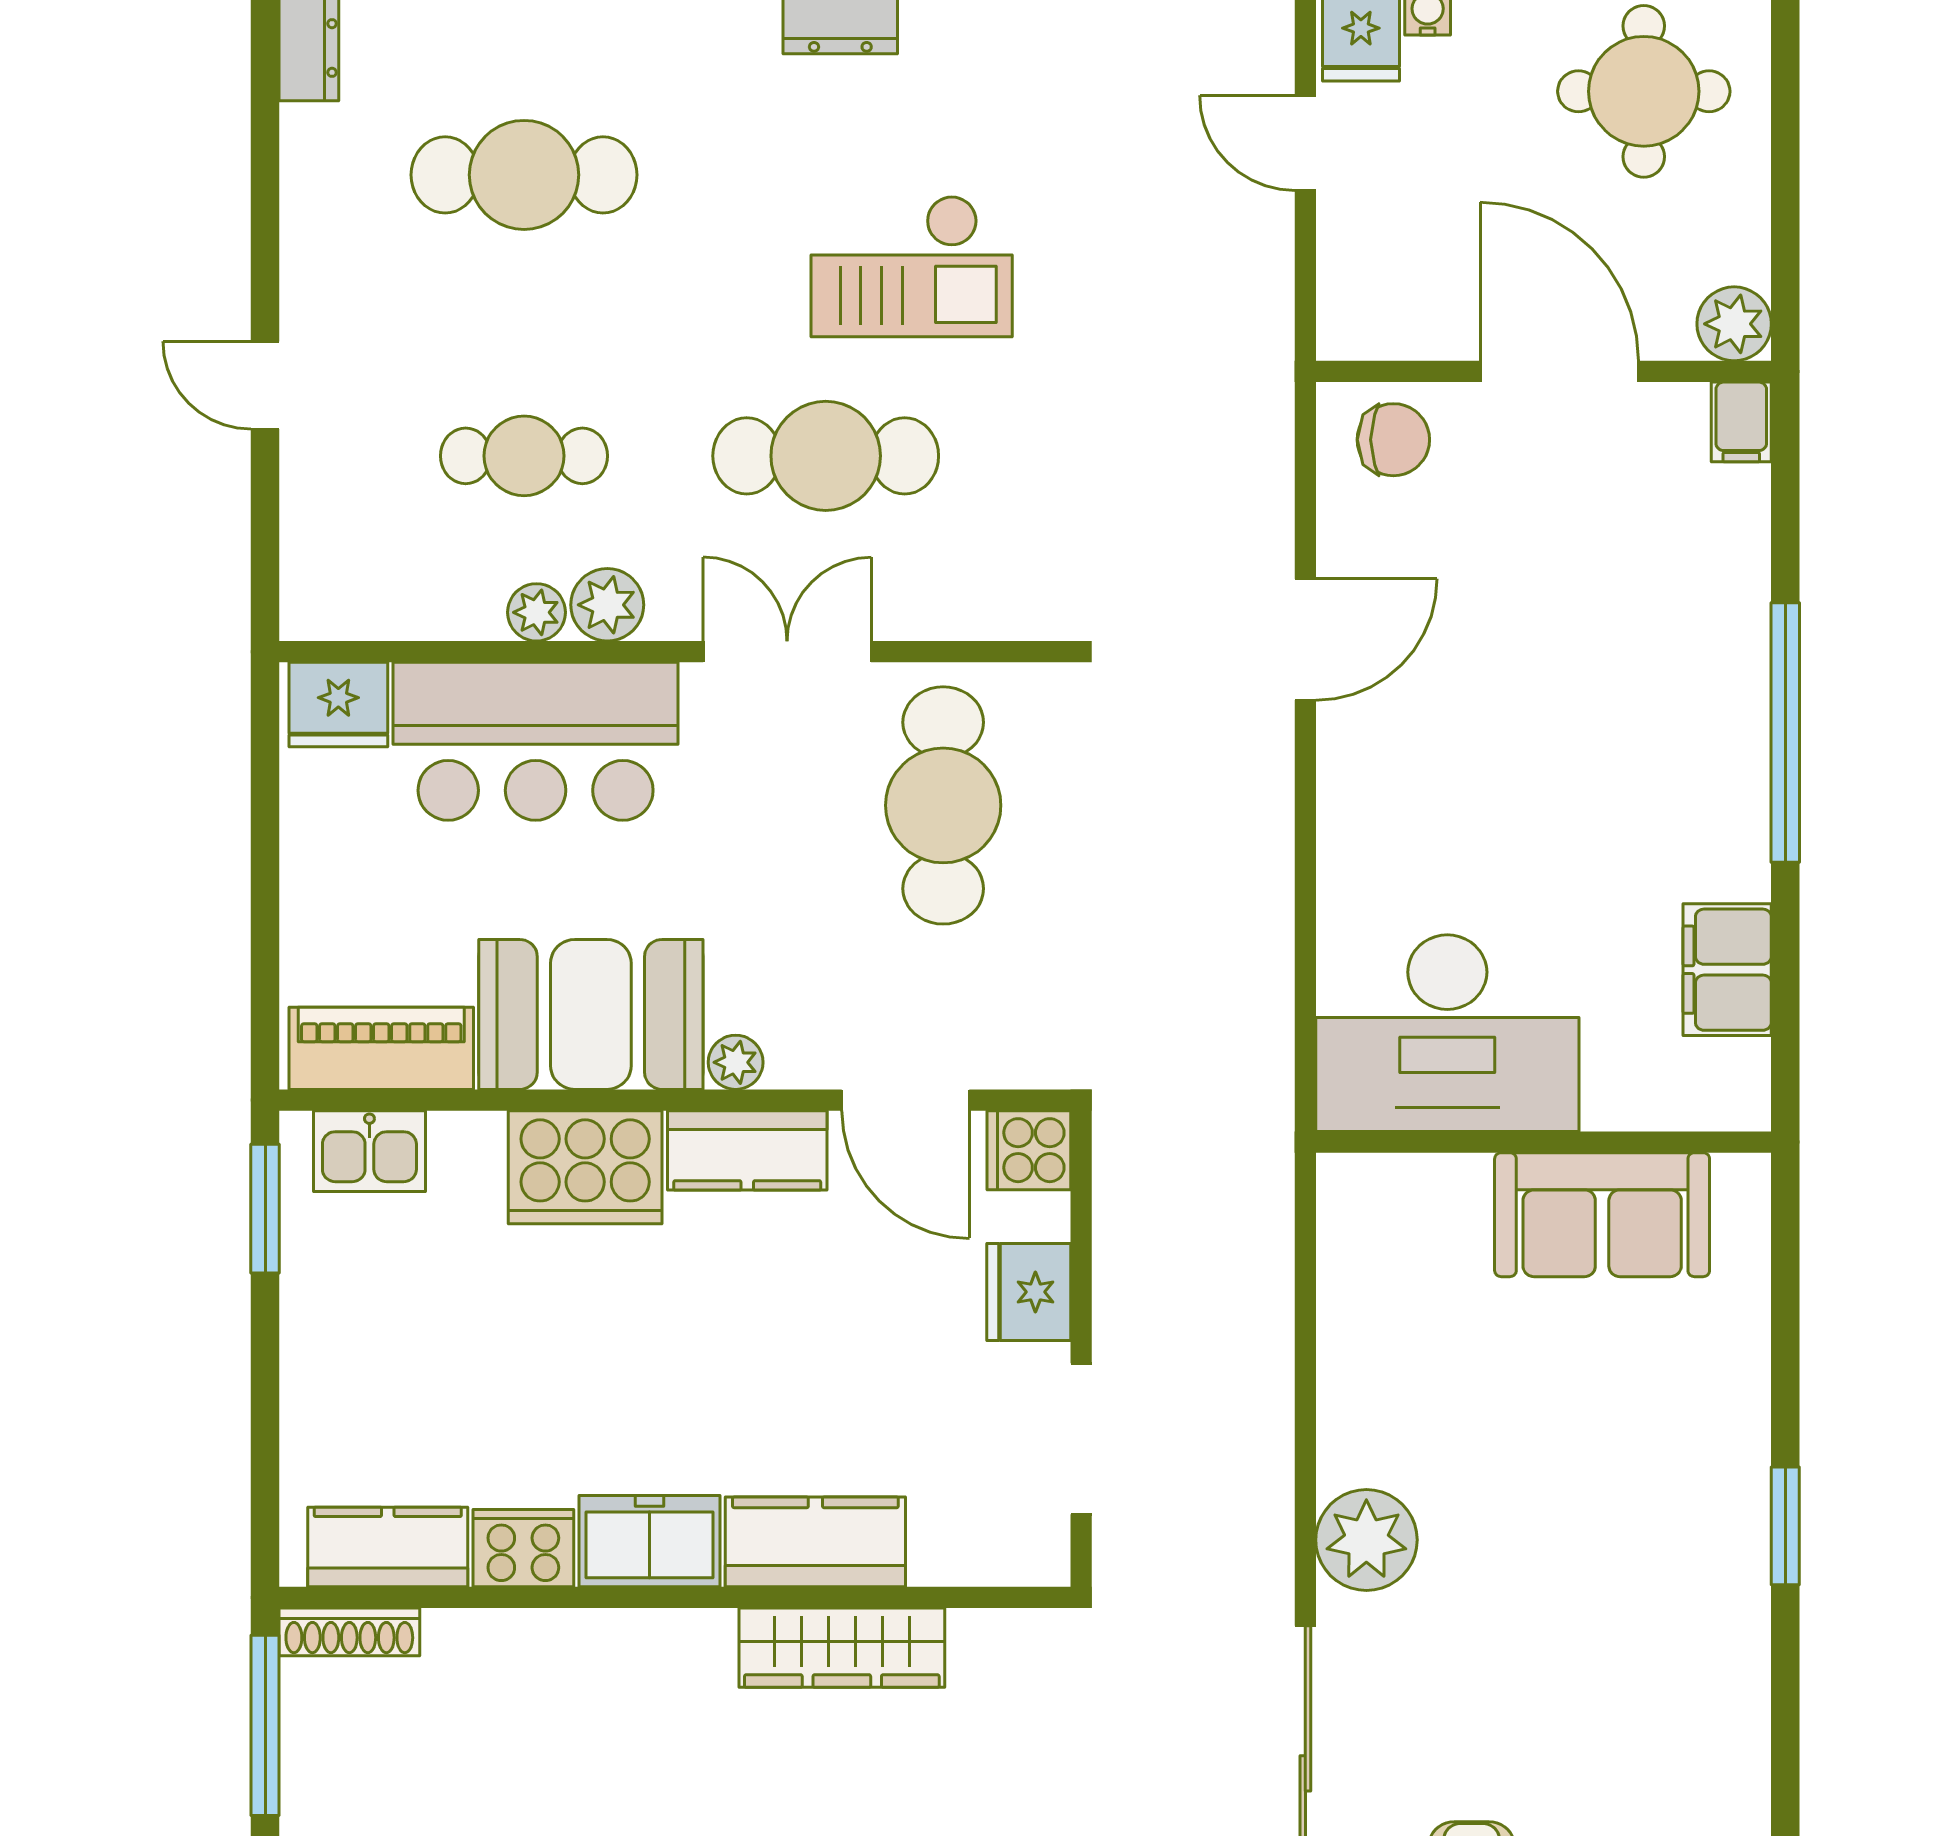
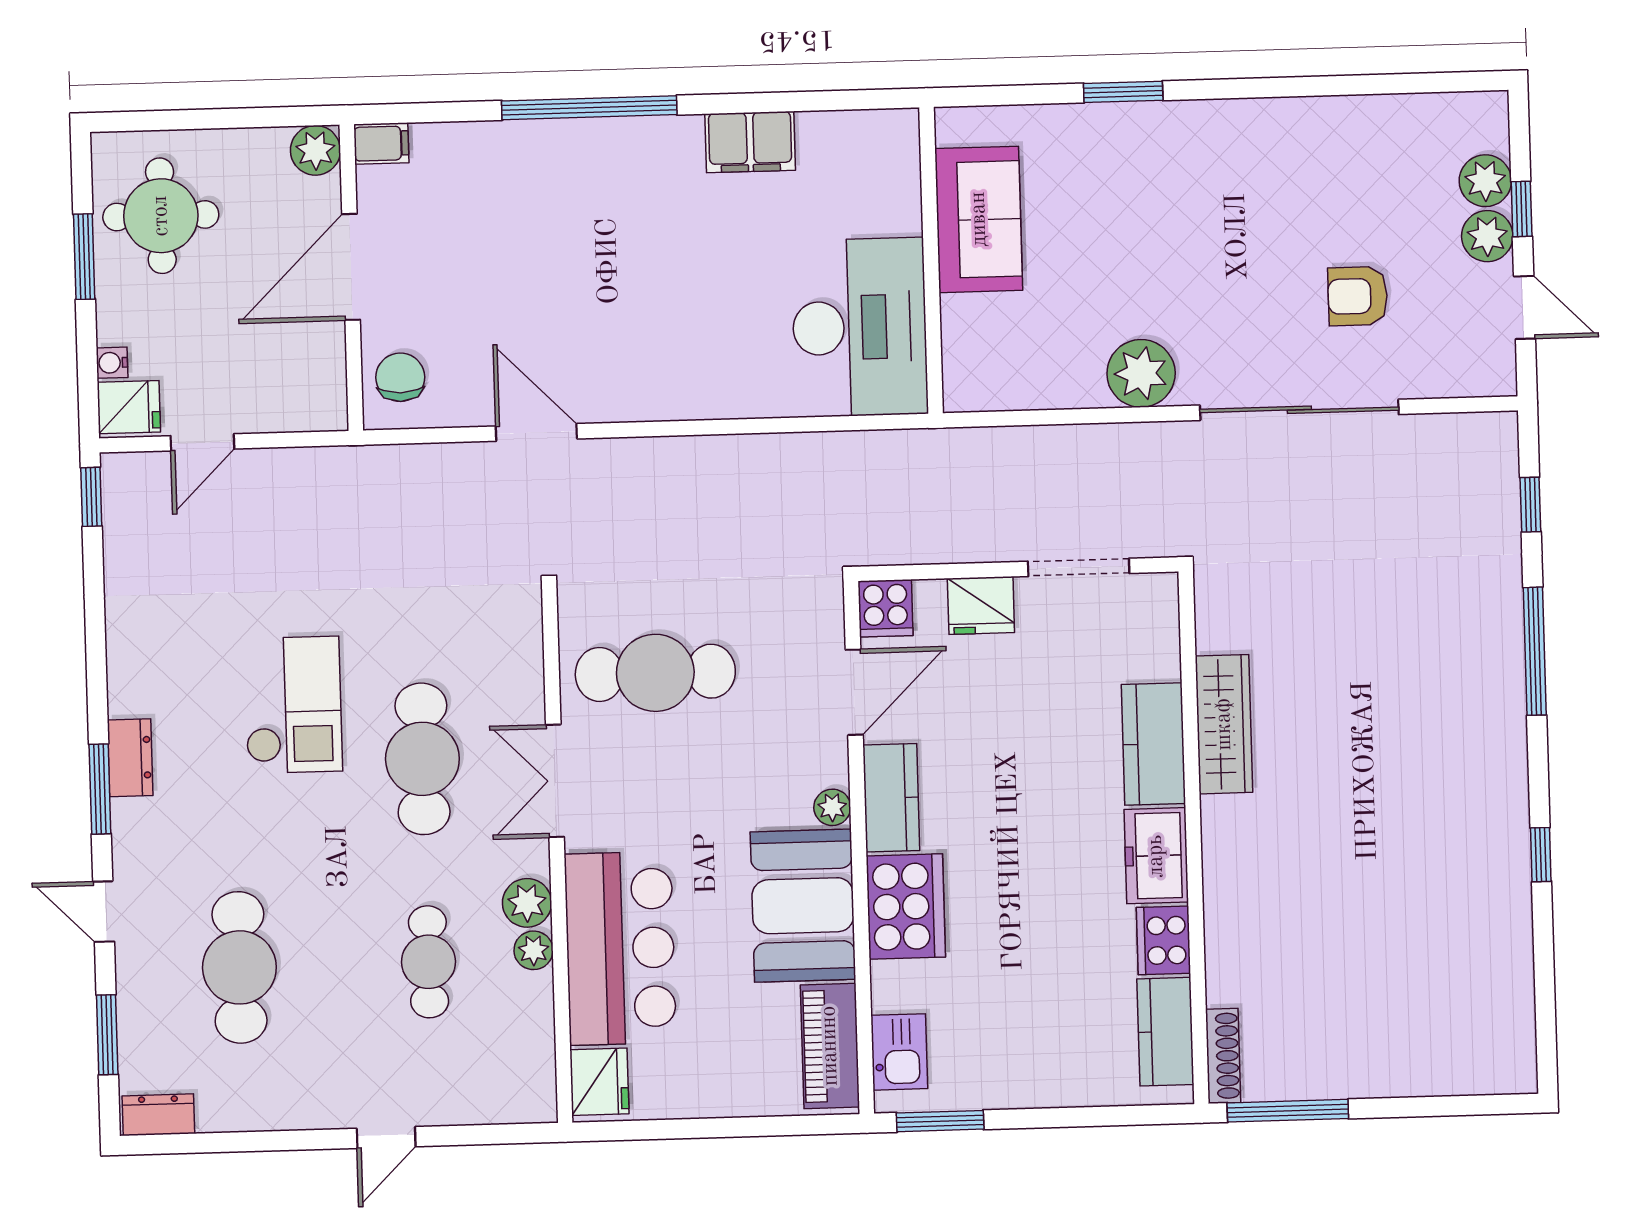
desk: (1447, 1033) -> (860, 327), moved
wall: (1544, 1142) -> (931, 260), moved
sofa: (1602, 1215) -> (979, 219), moved

